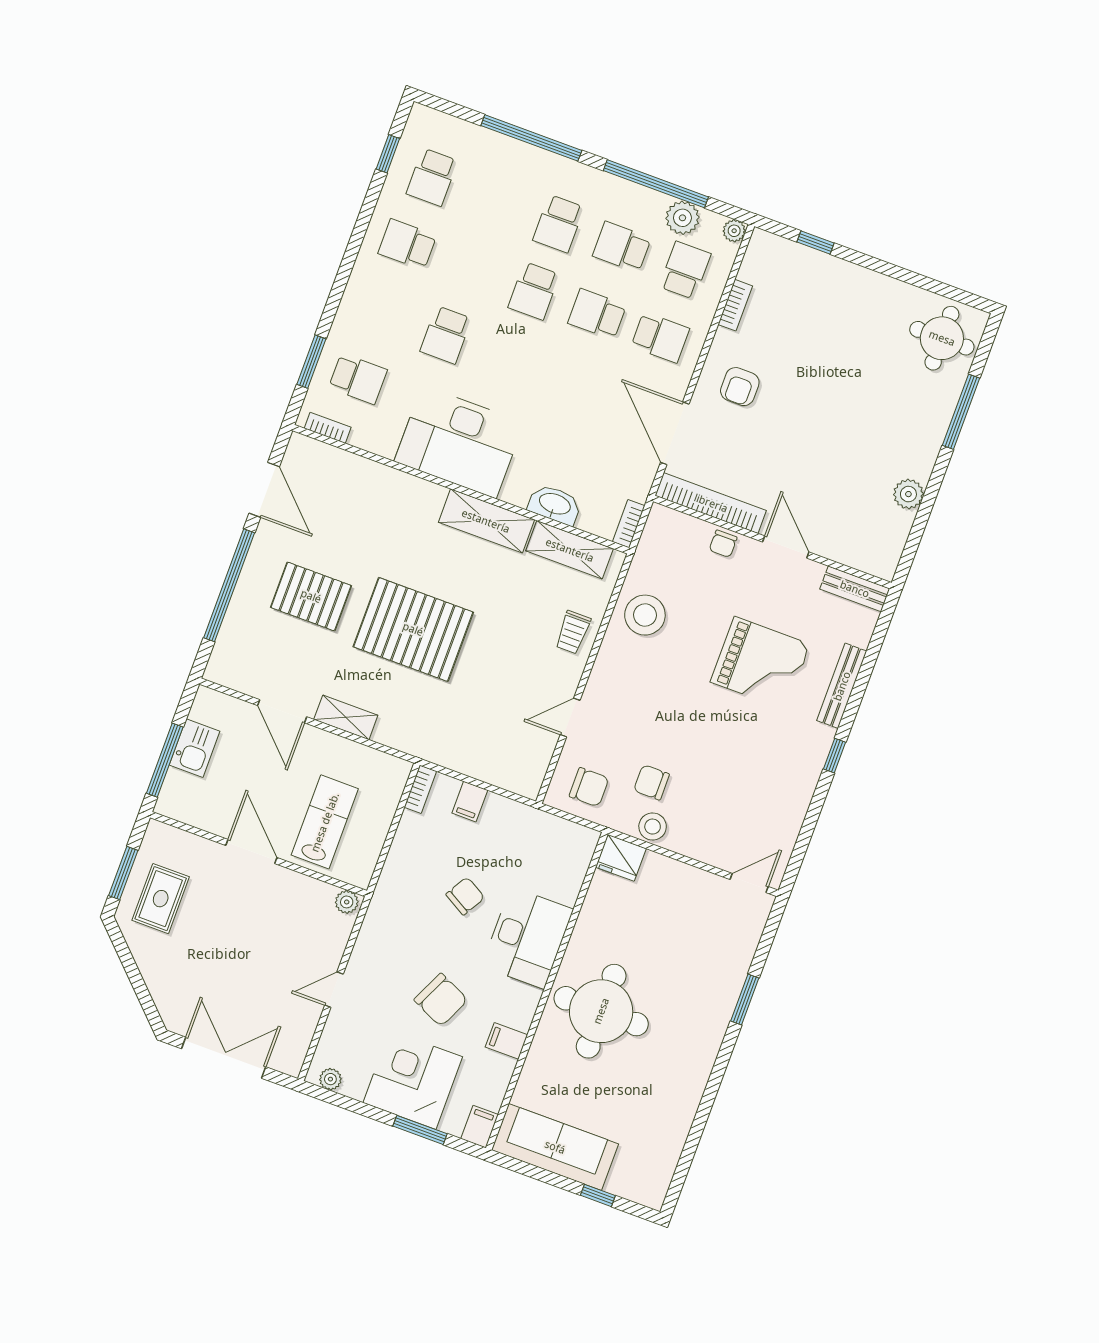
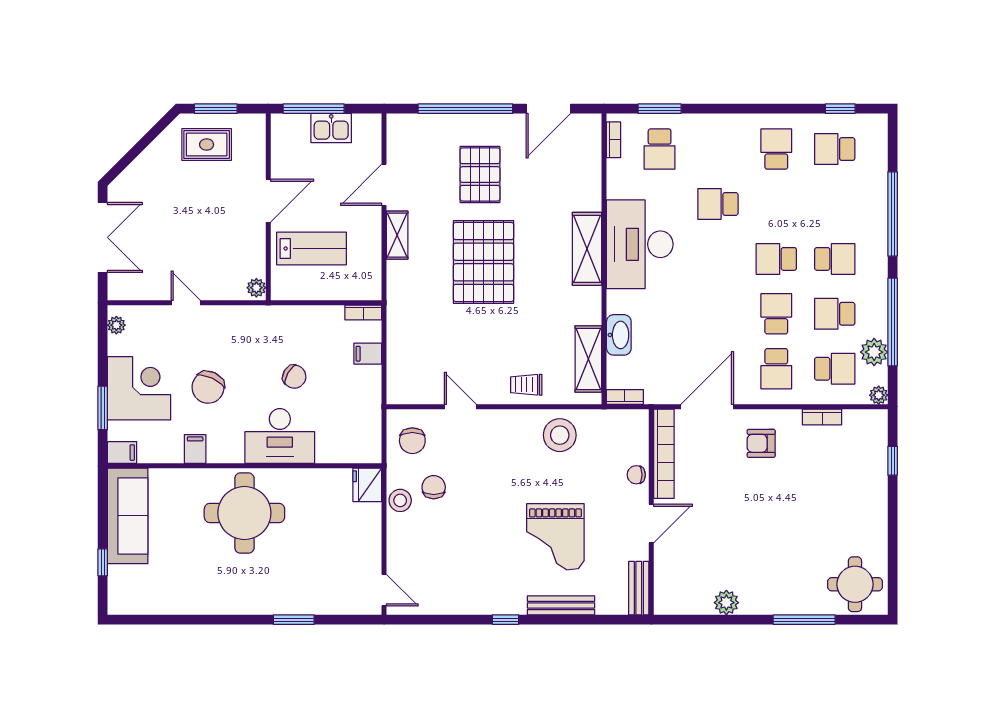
school desk: (559, 224) -> (835, 259), turned 180
school desk: (622, 247) -> (835, 314), turned -90
shelving: (486, 521) -> (587, 249), moved

